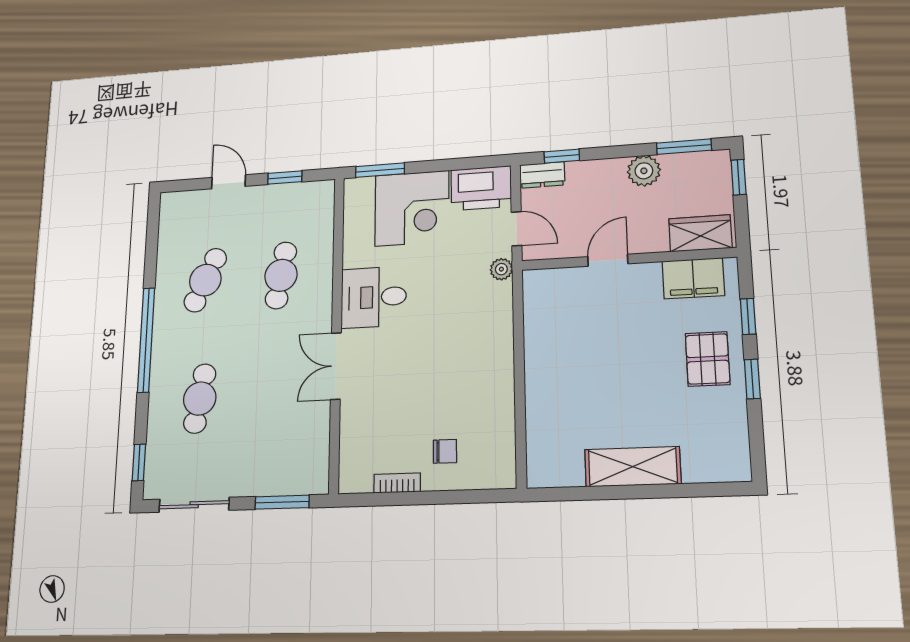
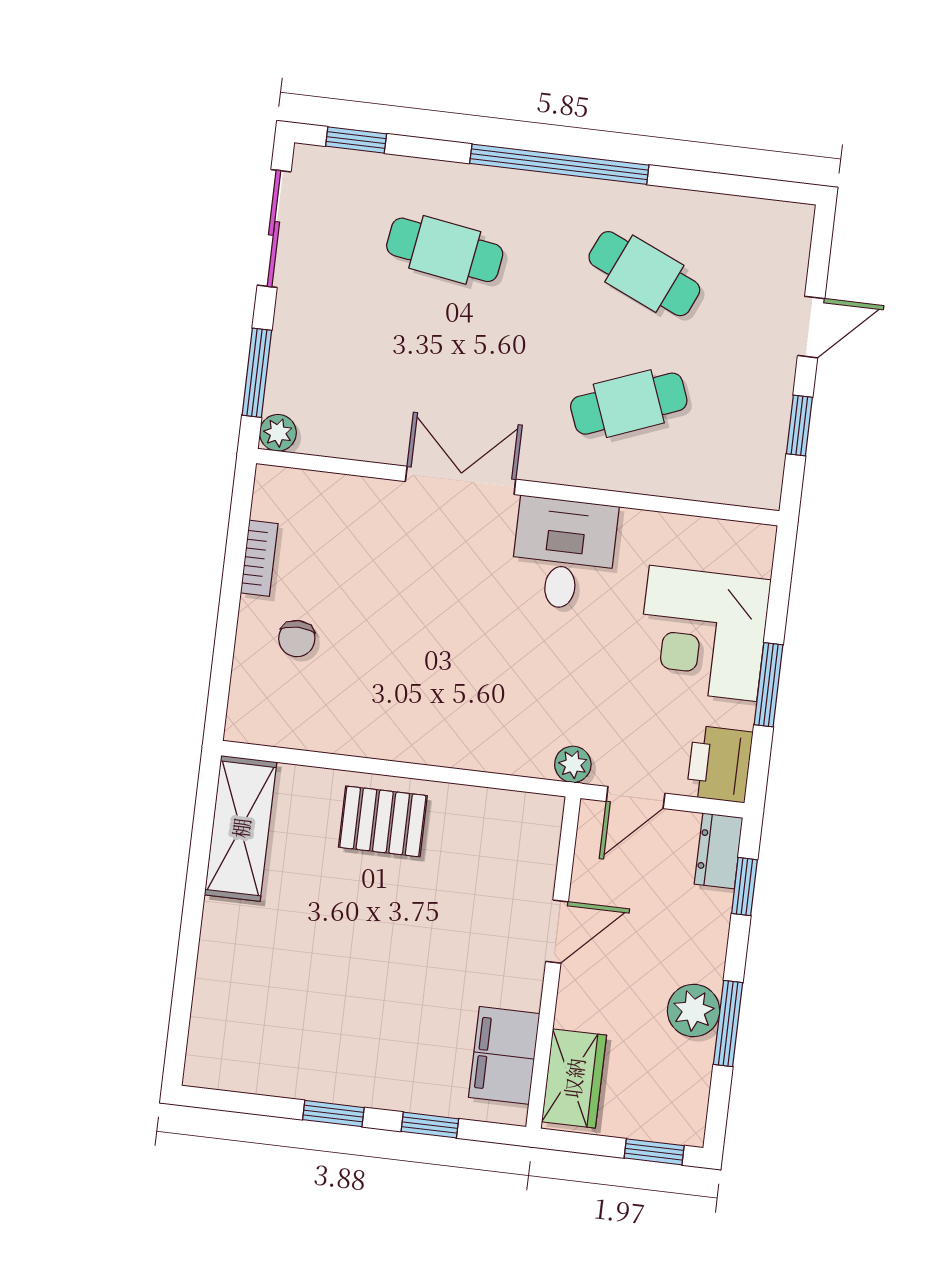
window: (684, 147) -> (728, 1024), moved
window: (380, 170) -> (768, 685), moved
printer: (481, 188) -> (719, 764), width x0.73, depth x0.84
door: (608, 260) -> (557, 932), hinge flipped
cafe table: (281, 275) -> (629, 404), turned -30
pallet: (708, 359) -> (383, 821), moved
shelving: (633, 467) -> (241, 828), moved
plant: (318, 483) -> (278, 433), added

